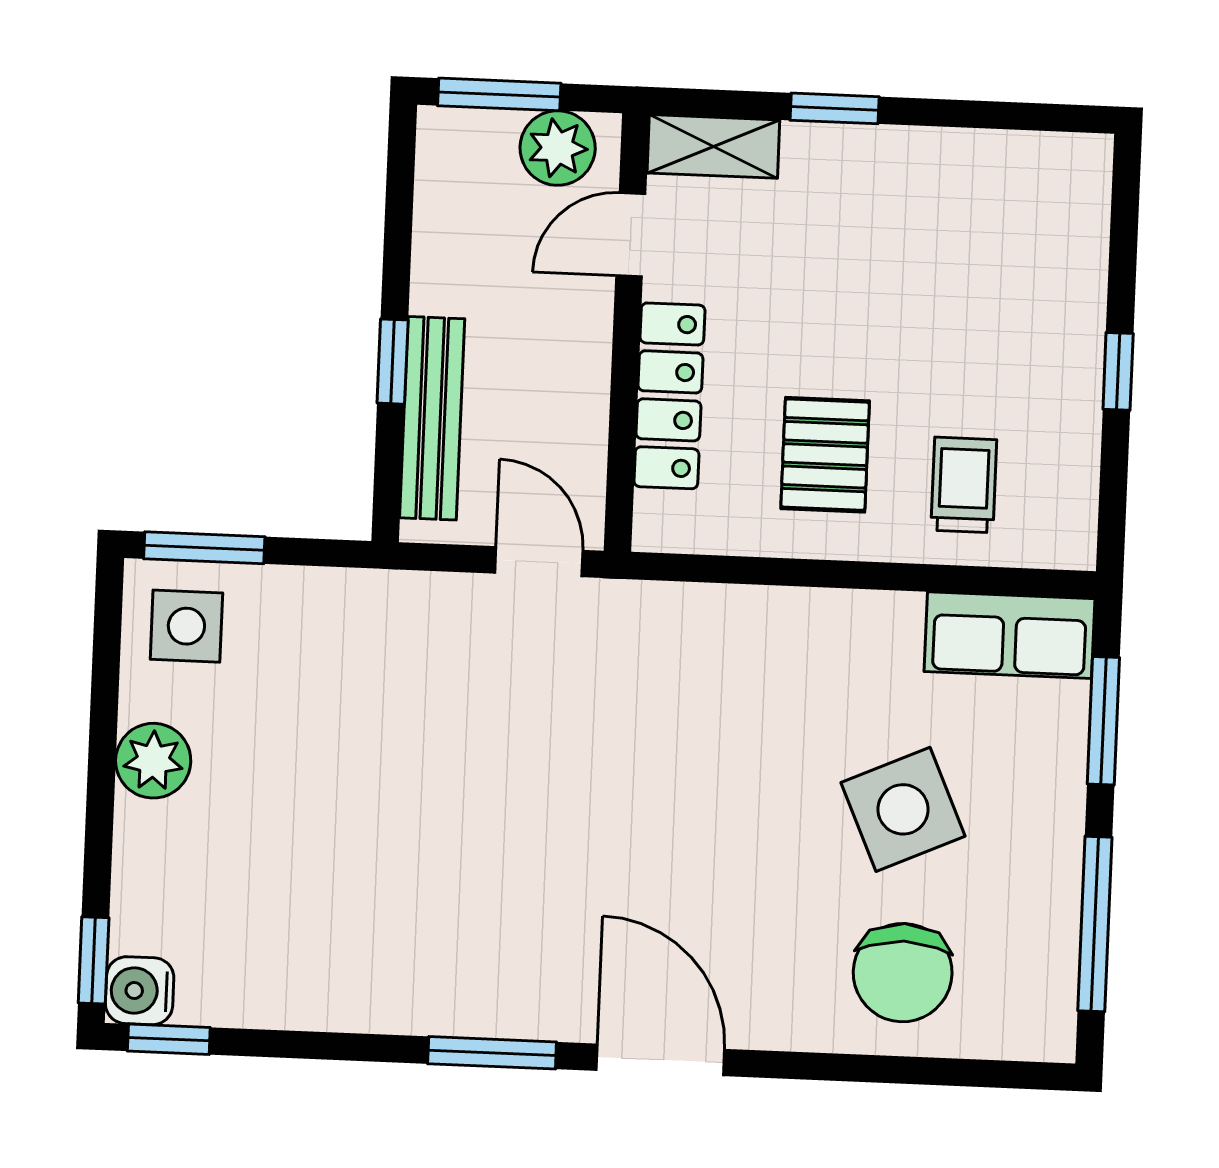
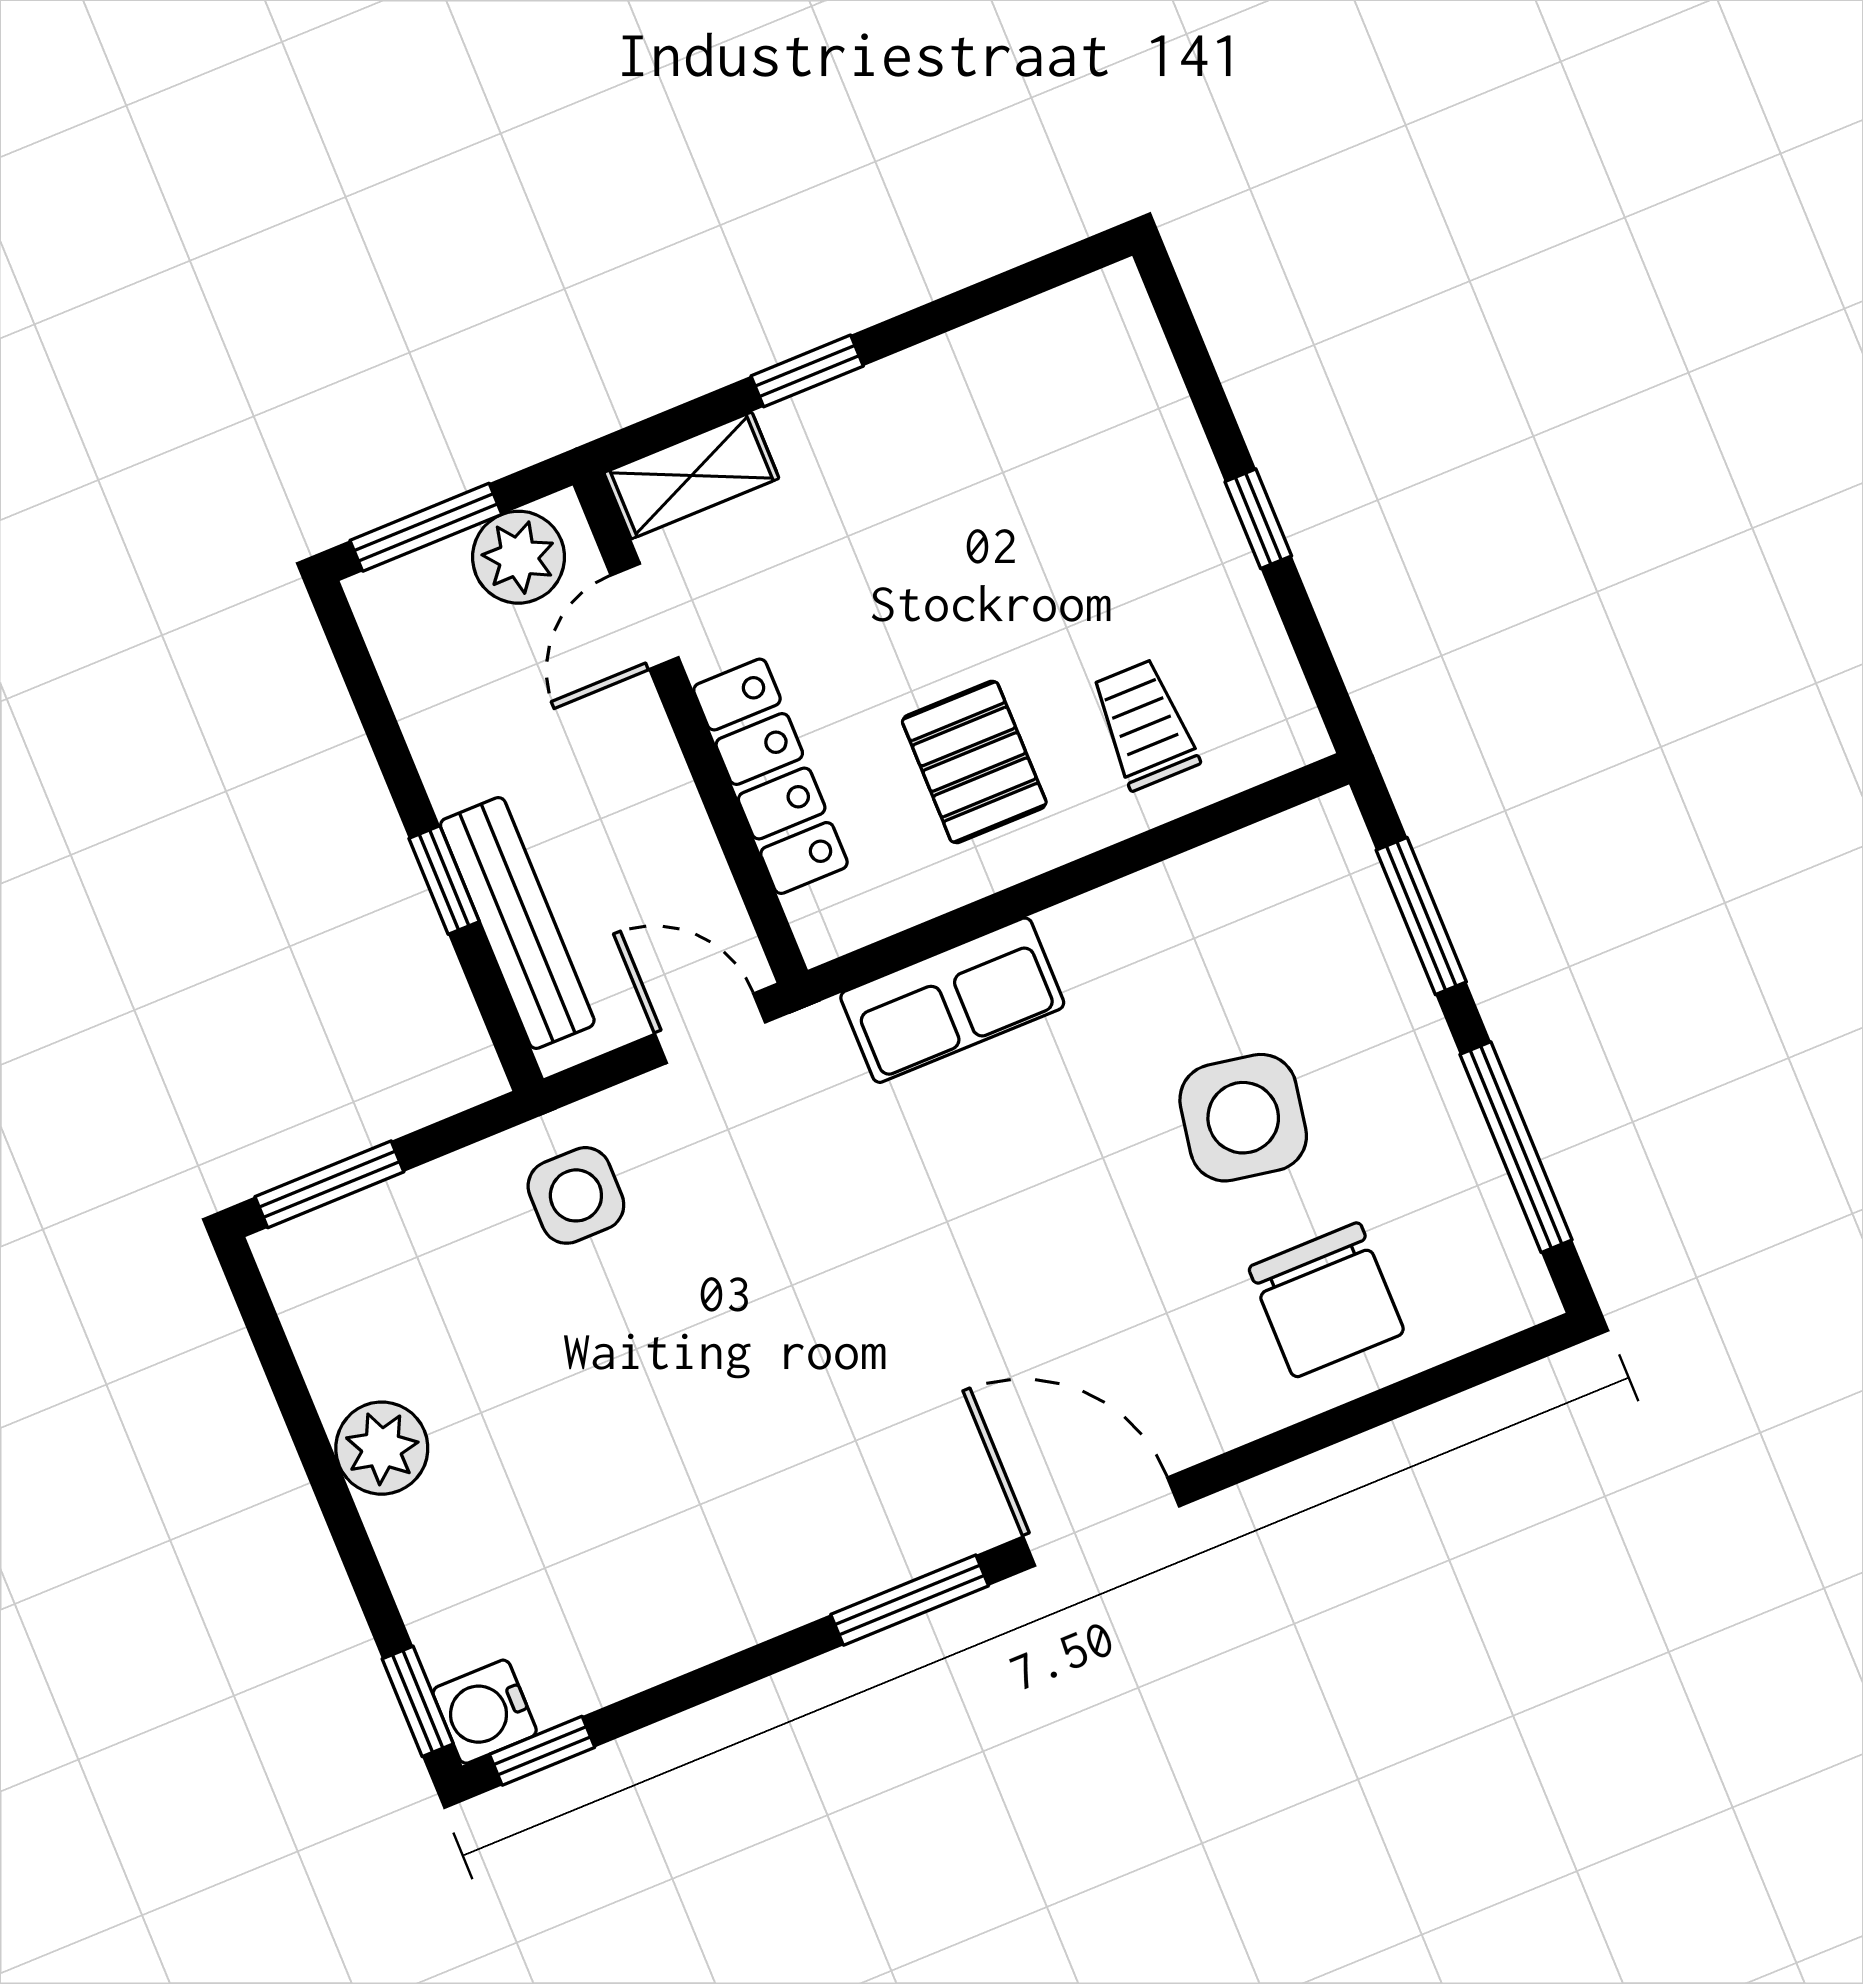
side table: (186, 626) -> (576, 1195), moved
row of seats: (1010, 635) -> (952, 1000), moved
side table: (903, 809) -> (1243, 1118), turned 34

